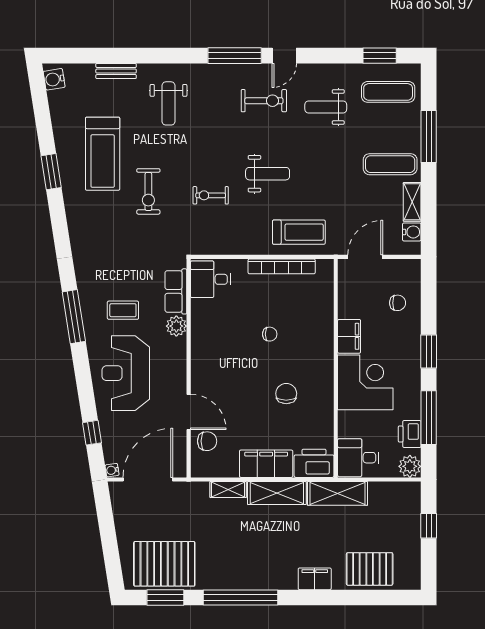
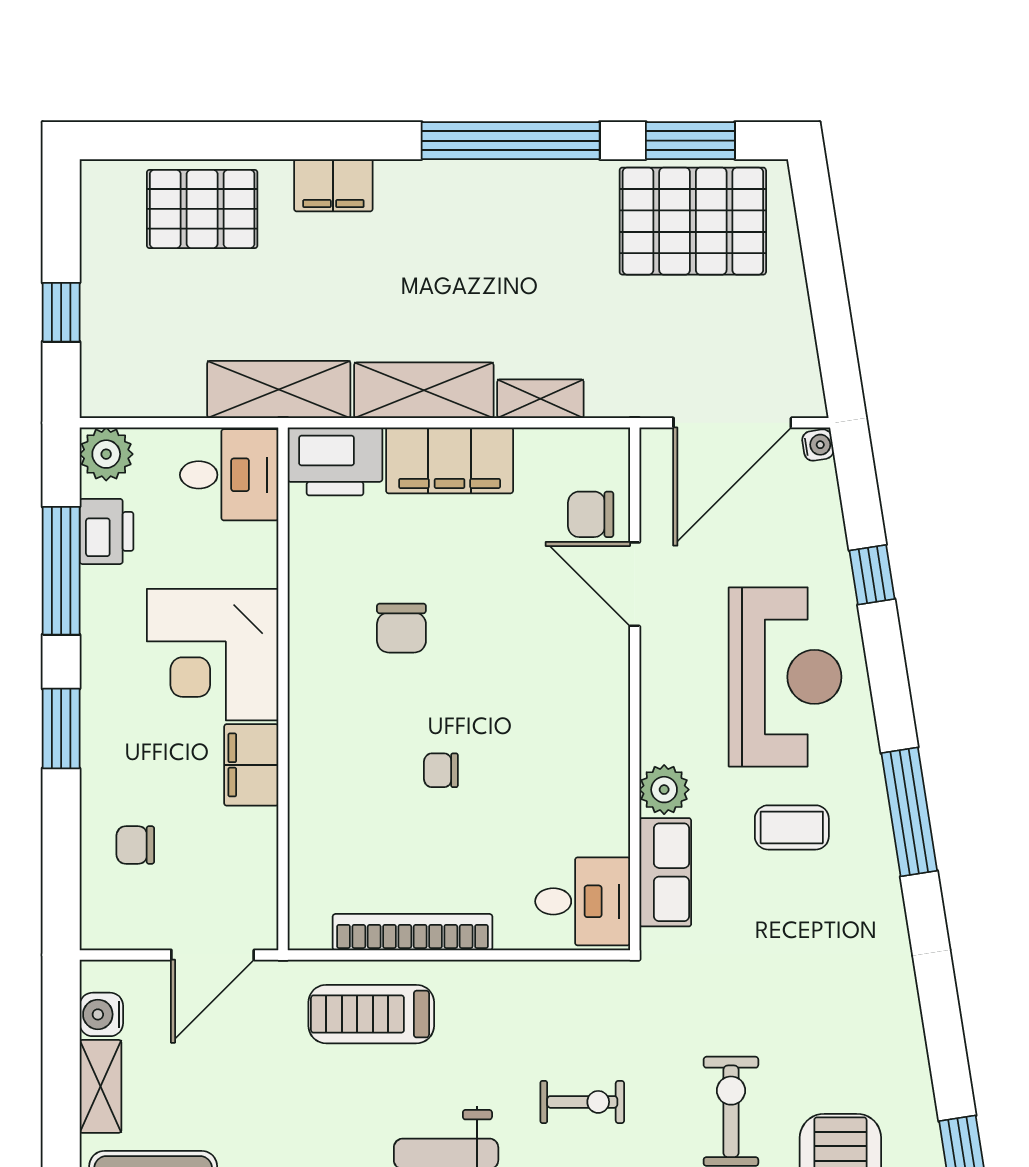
window: (92, 433) -> (872, 575), moved

